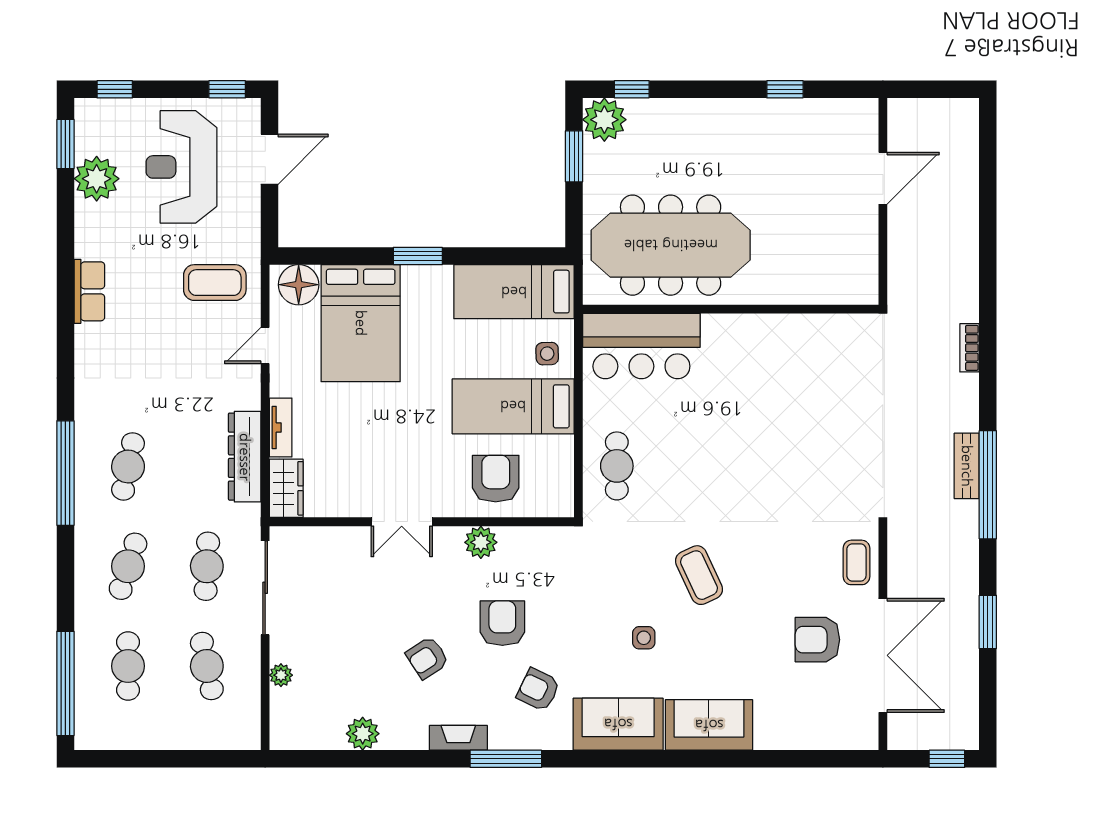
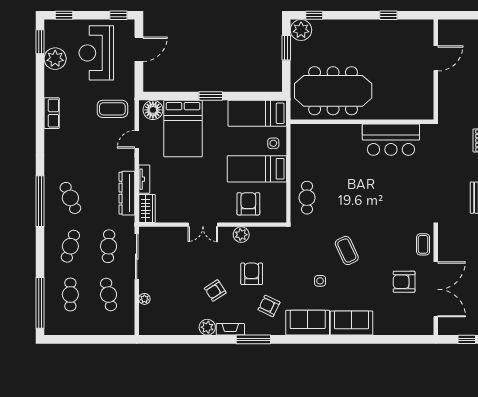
bar counter: (641, 346) -> (391, 140), moved
cafe table: (128, 466) -> (70, 198), turned -36
plant: (363, 734) -> (207, 327), moved

